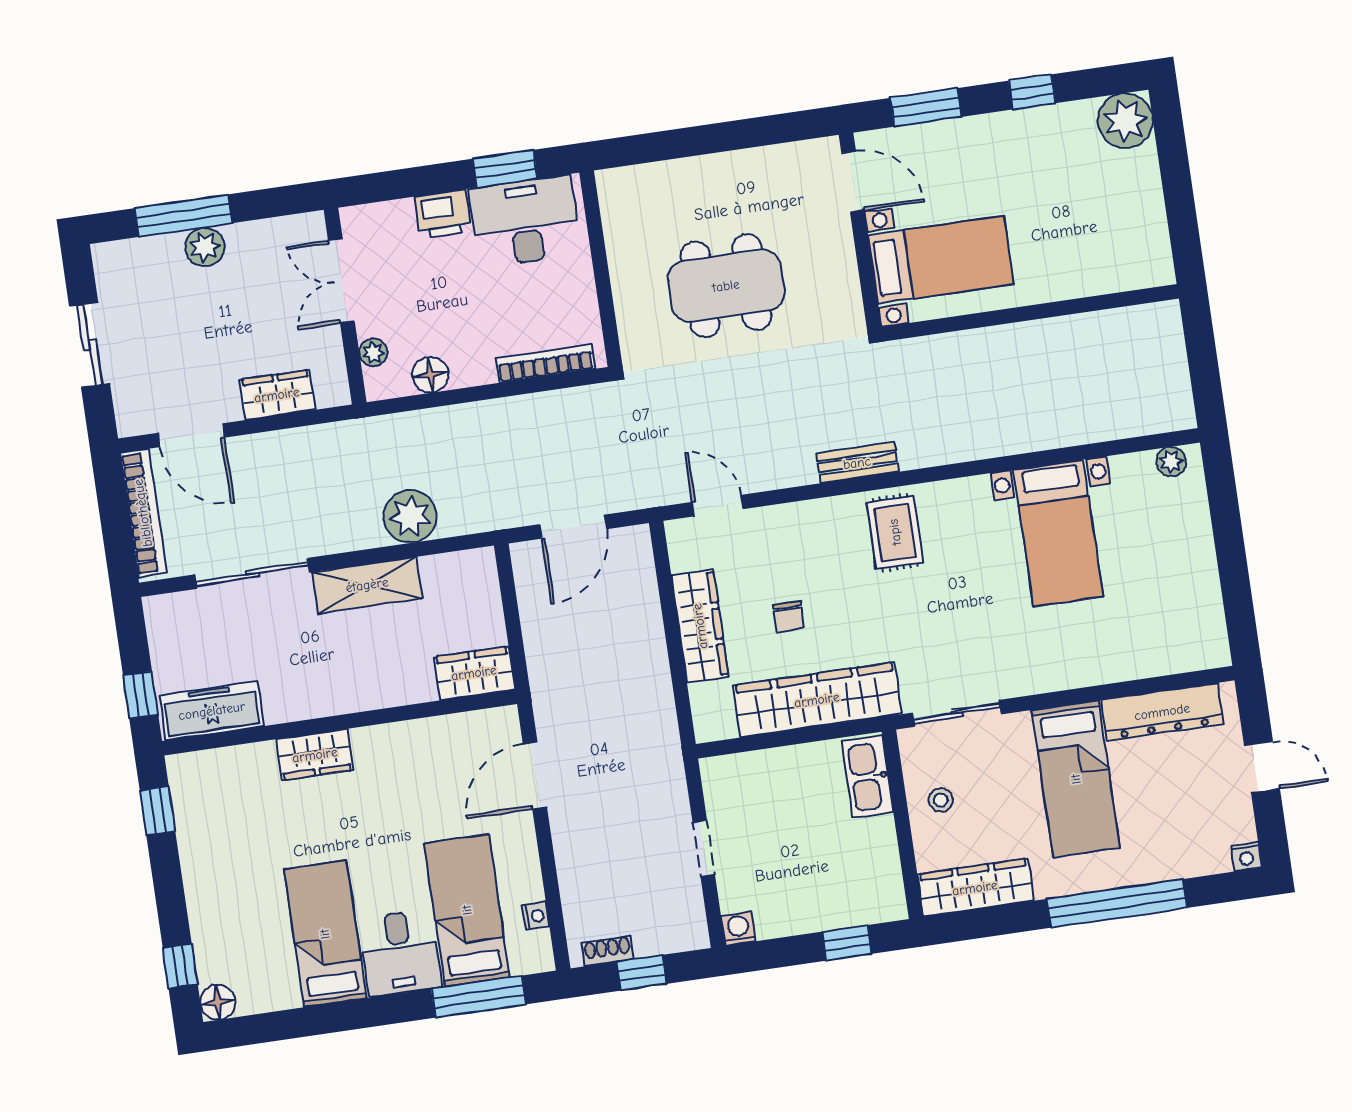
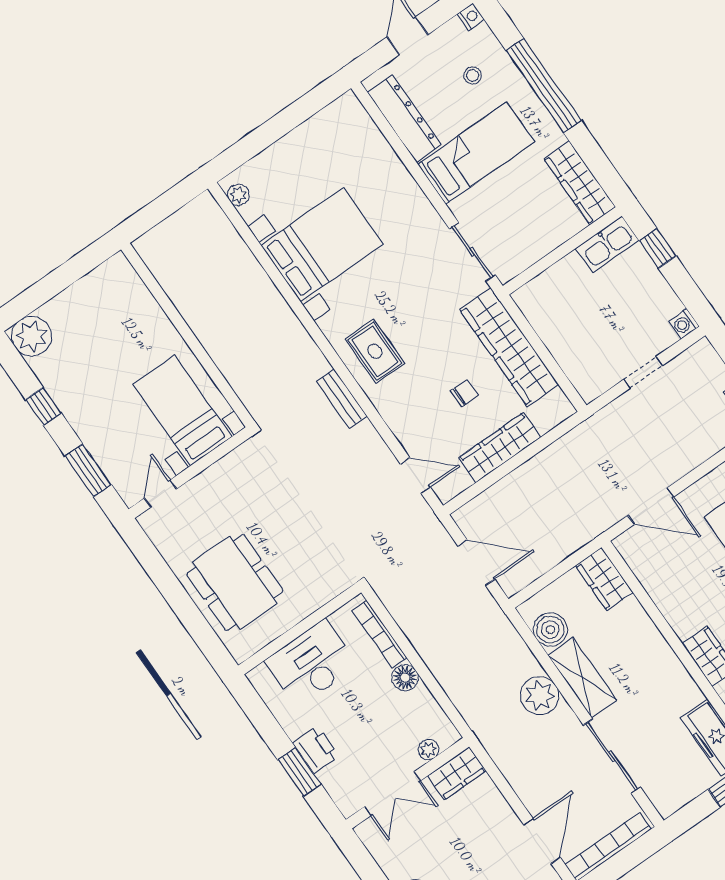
window: (505, 169) -> (299, 772), moved
door: (853, 182) -> (160, 494), width x0.73
desk: (525, 221) -> (311, 663), moved, turned 90
dining table: (726, 286) -> (235, 583), moved
floor lamp: (430, 375) -> (405, 678), moved
wardrobe: (277, 395) -> (457, 773), moved, turned -90
door: (718, 506) -> (415, 476), swing flipped
plant: (410, 516) -> (540, 696), moved
rug: (895, 532) -> (375, 351), turned 90
bed with nightstands: (1058, 533) -> (322, 245), width x1.36
boiler: (445, 576) -> (550, 630), added
kitchen sink: (867, 777) -> (607, 244), moved
stool: (941, 800) -> (473, 75), moved

